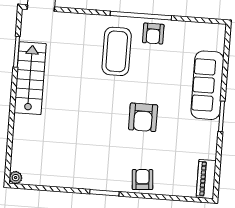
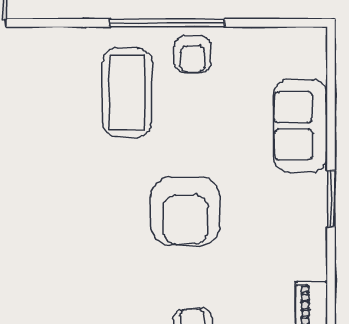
sofa: (207, 85) -> (300, 126), width x0.73
armchair: (143, 117) -> (185, 211), width x1.36, depth x1.36

